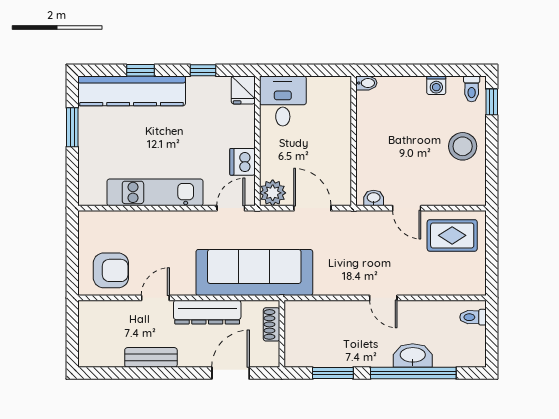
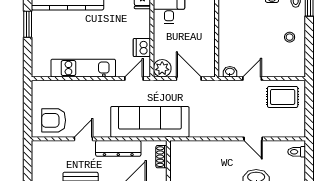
stool: (463, 146) -> (290, 37), width x0.53, depth x0.53
door: (407, 208) -> (252, 79), swing flipped
armchair: (111, 270) -> (54, 120), turned 180
door: (383, 298) -> (253, 139), moved

